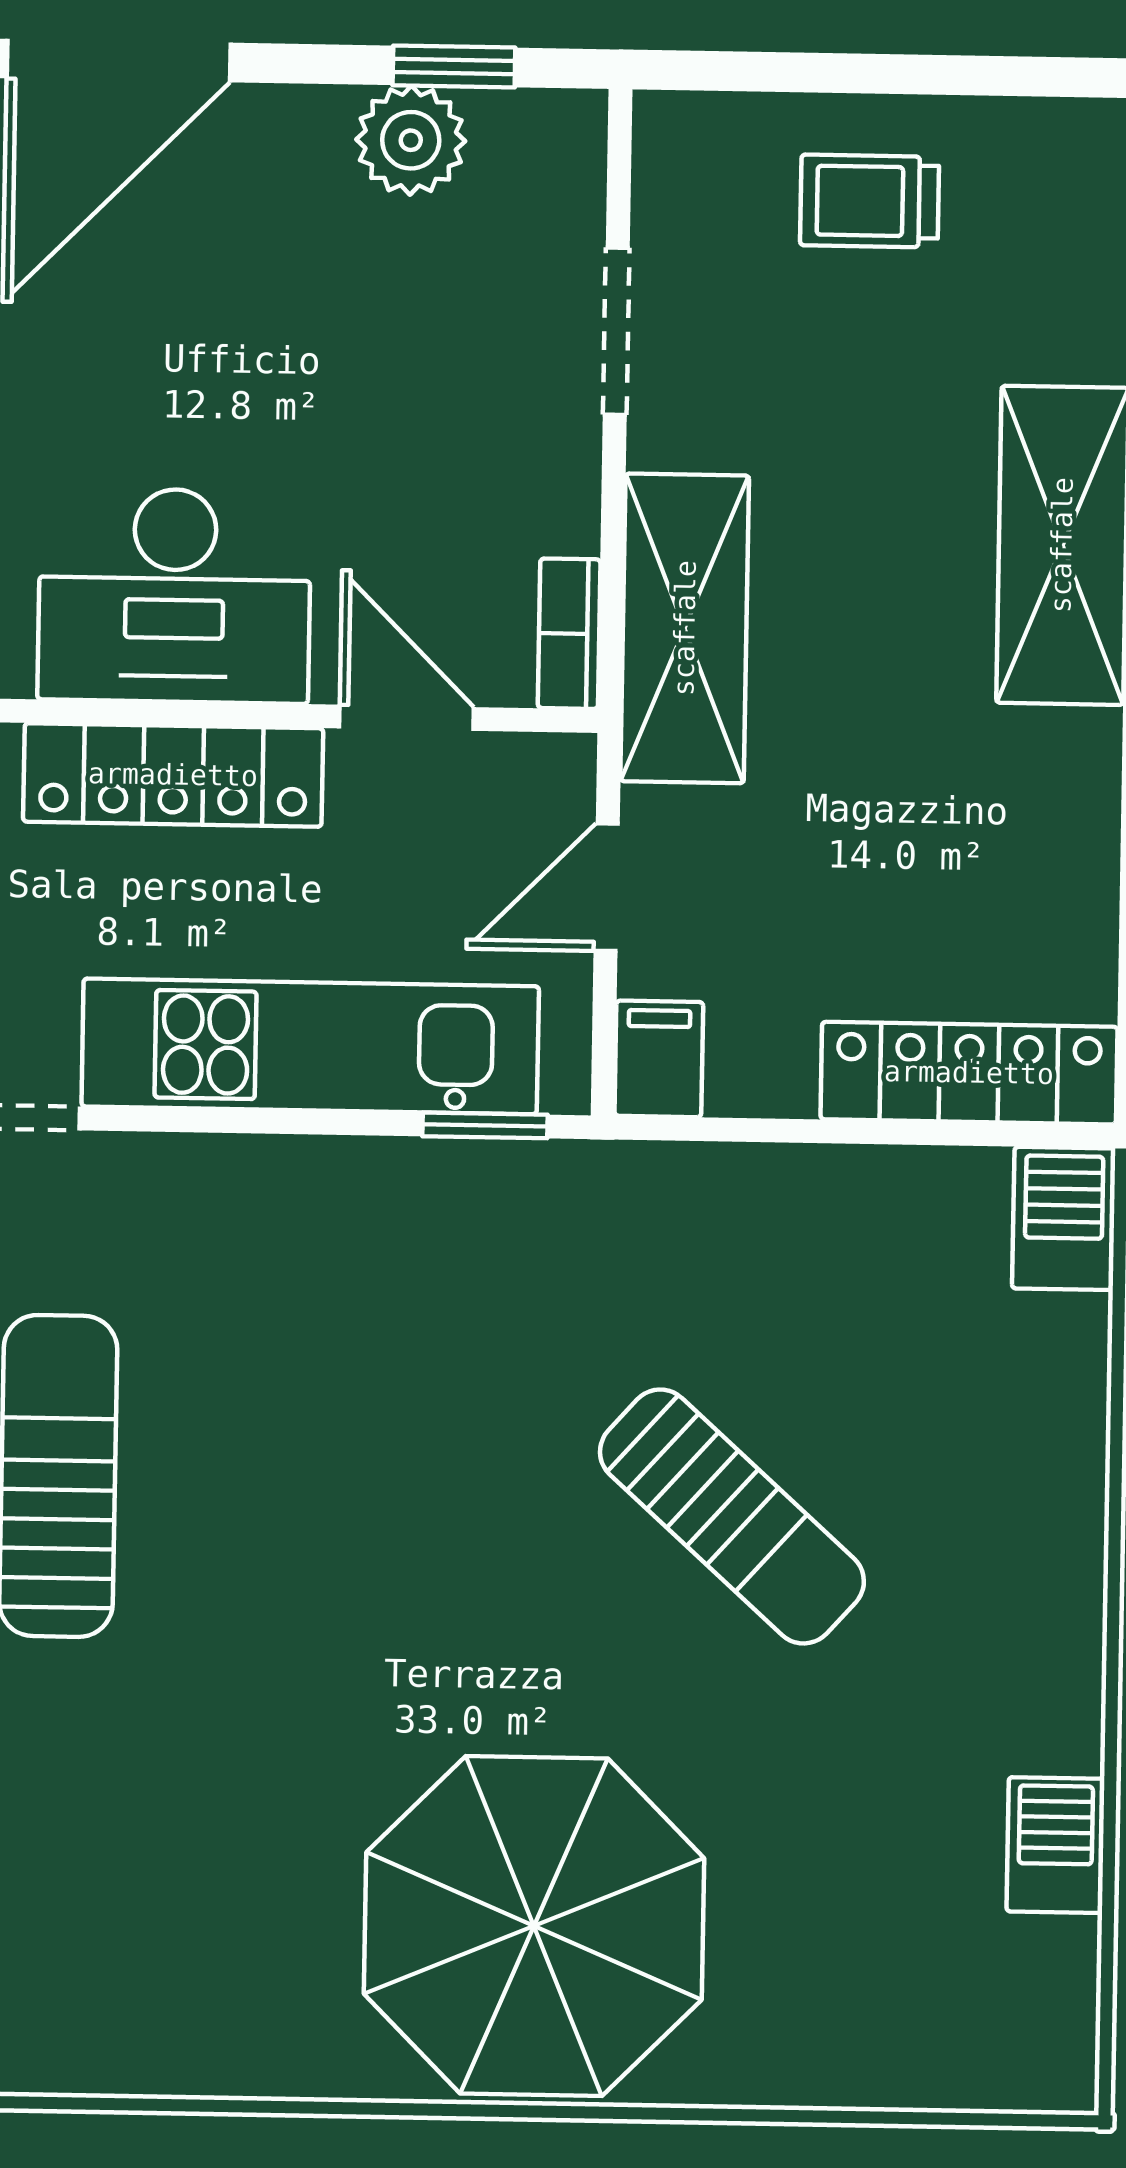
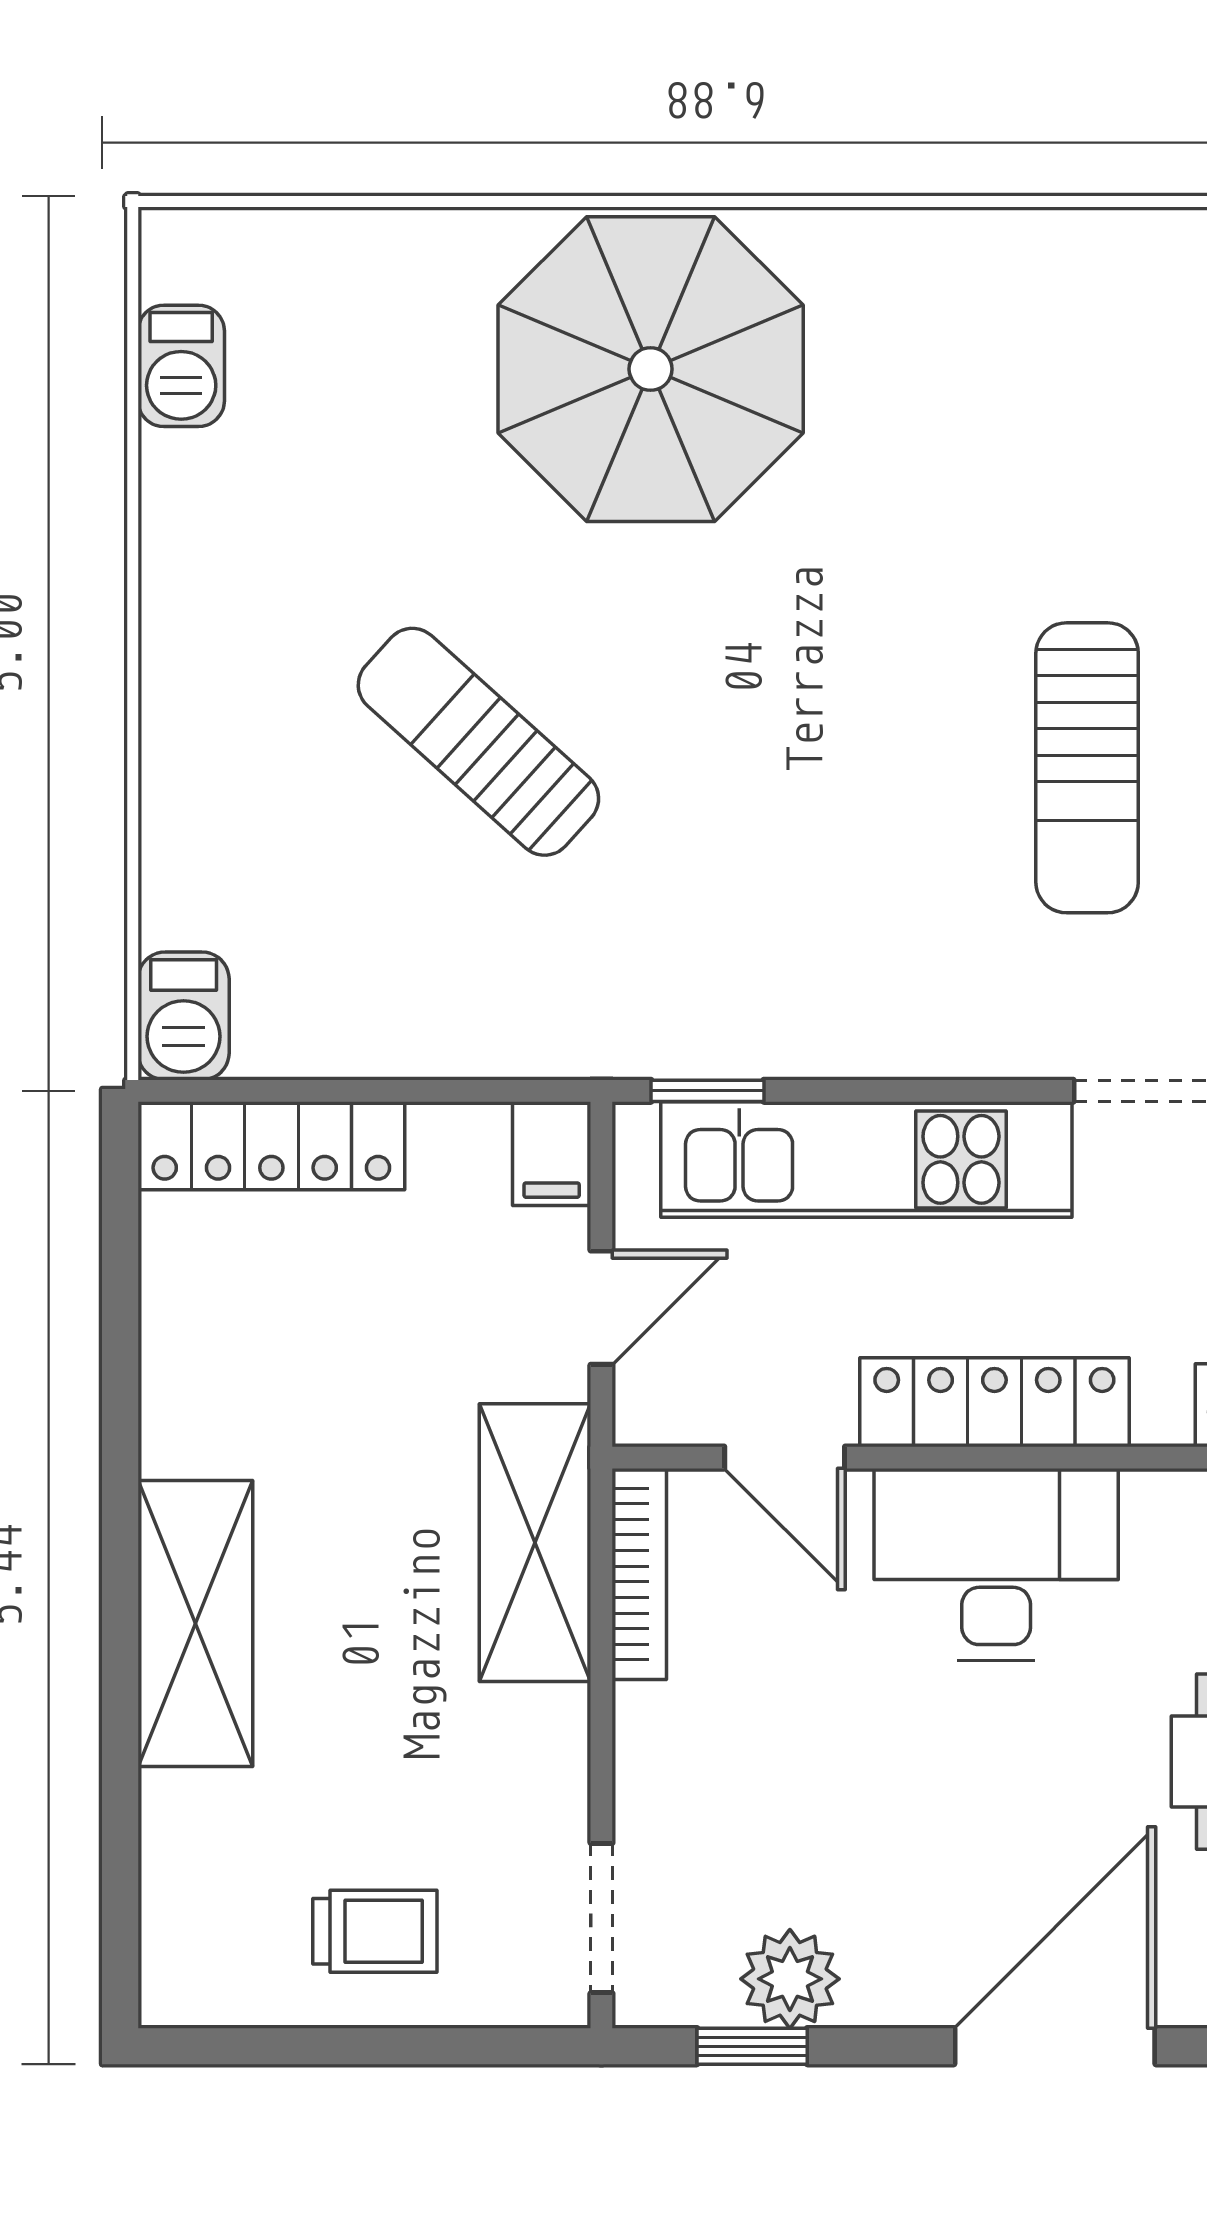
doorway: (616, 331) -> (601, 1918), moved
bookcase: (569, 634) -> (639, 1574), width x1.56
barbecue: (1055, 1845) -> (181, 366), moved

